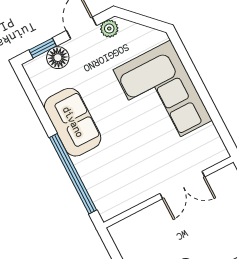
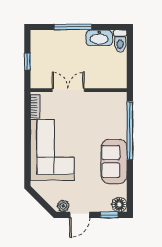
floor lamp: (58, 58) -> (119, 205), moved
bookcase: (215, 141) -> (35, 106), added

